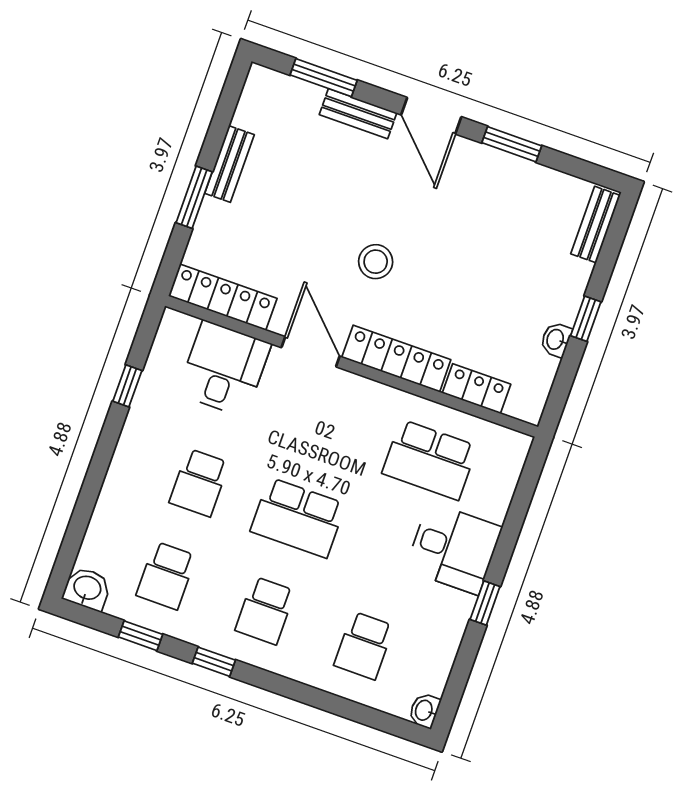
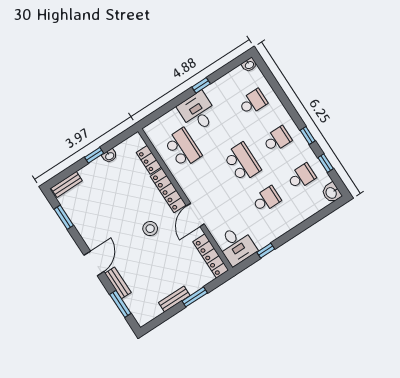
window: (512, 144) -> (64, 217), moved
desk: (224, 369) -> (236, 245), moved, turned -90

